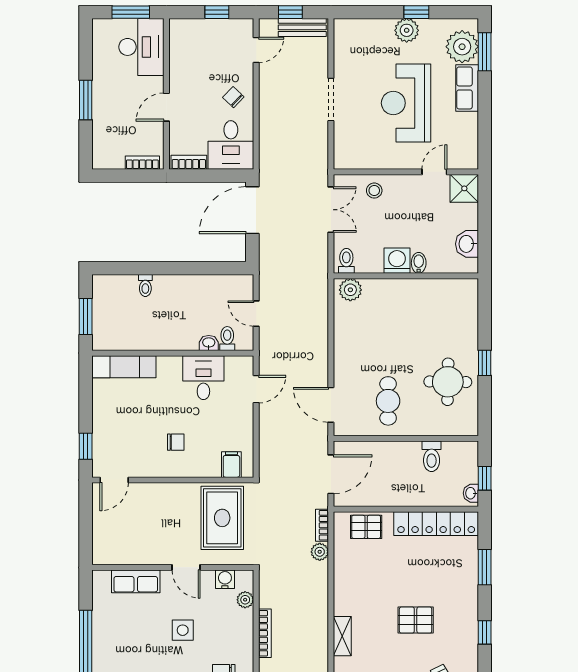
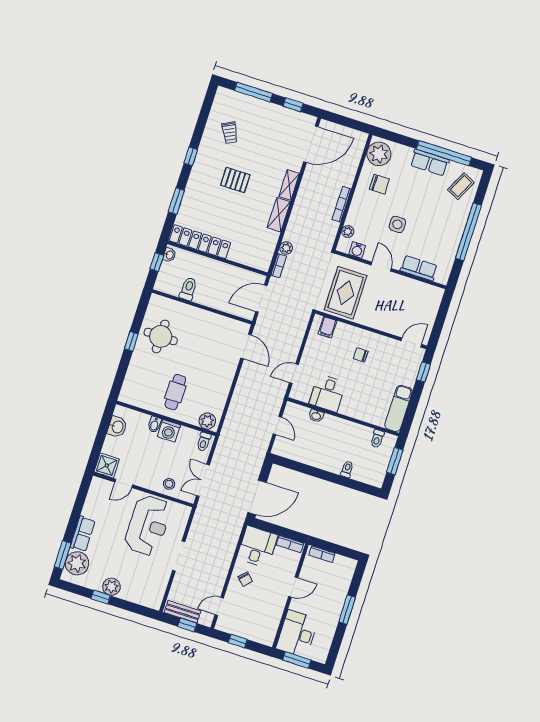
reception desk: (406, 103) -> (148, 525), moved
toilet: (227, 338) -> (377, 439), moved
exam couch: (124, 367) -> (398, 408), moved, turned -90
cafe table: (388, 401) -> (175, 392), moved
pallet: (366, 527) -> (249, 255), removed
shelving: (343, 593) -> (279, 215), added

